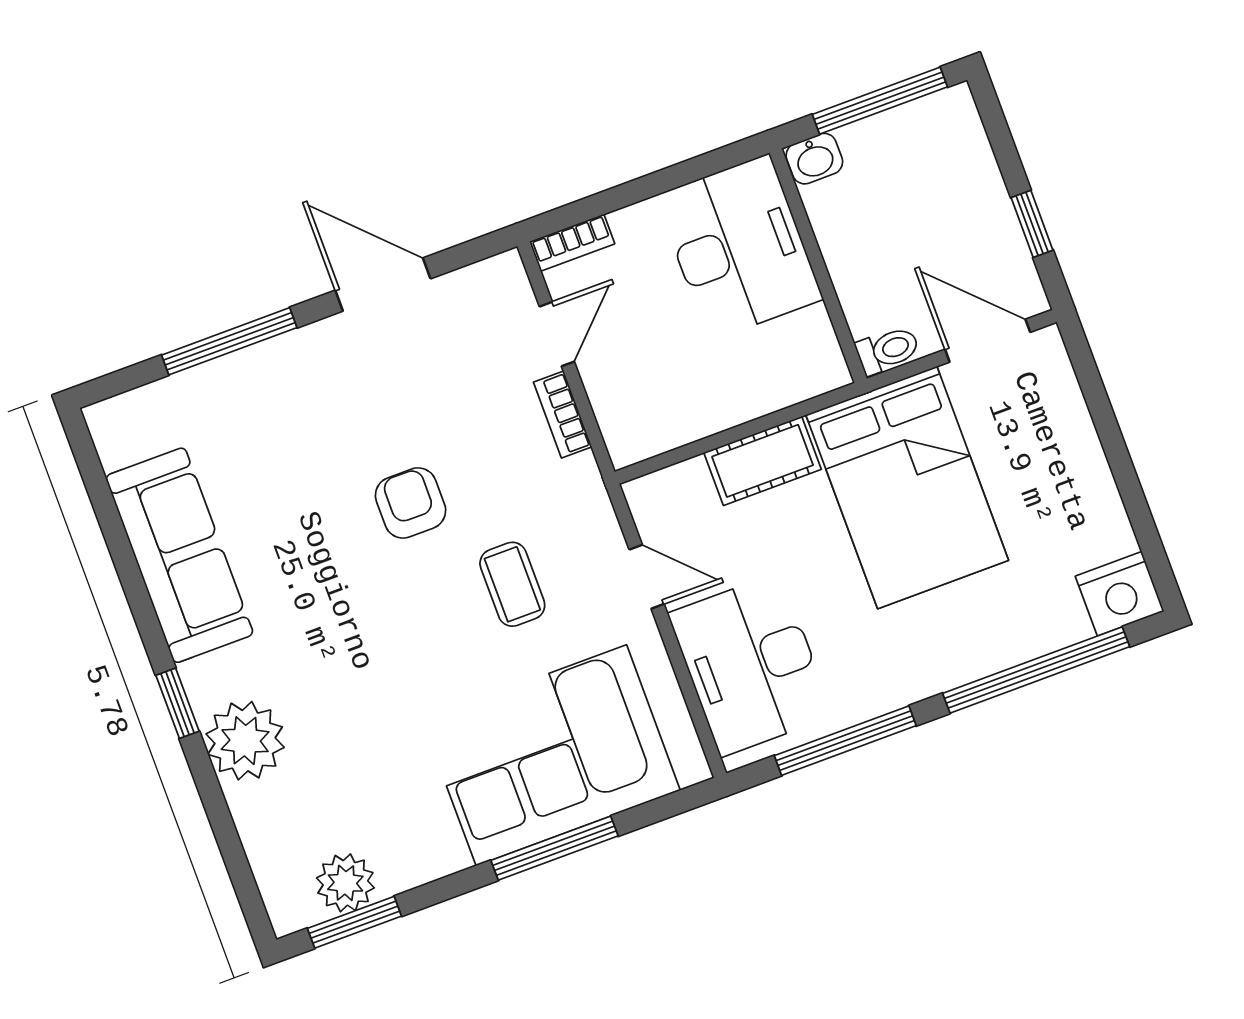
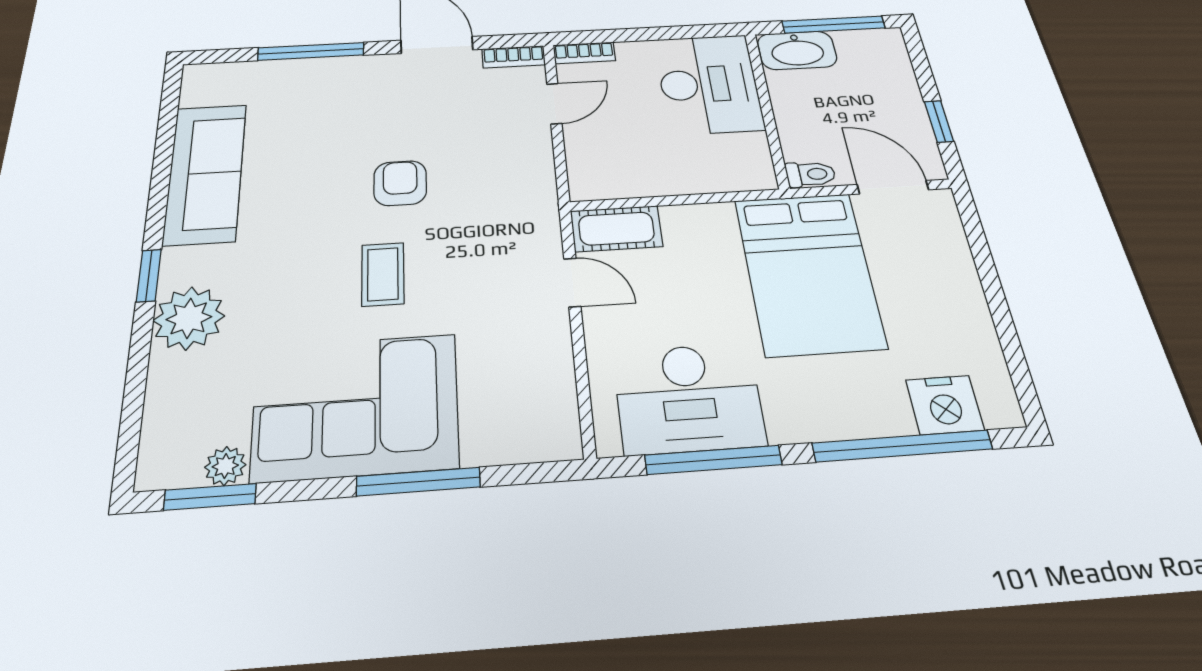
washbasin: (814, 159) -> (797, 50), width x1.91, depth x1.45
bookcase: (563, 415) -> (513, 57), moved, turned -90
cot: (763, 461) -> (616, 229), moved
coffee table: (512, 584) -> (383, 274), moved
nightstand: (1120, 594) -> (945, 405), moved
desk: (751, 665) -> (688, 398), moved, turned -90
corner sofa: (551, 755) -> (356, 407), moved
plant: (345, 883) -> (225, 466), width x0.73, depth x0.73

